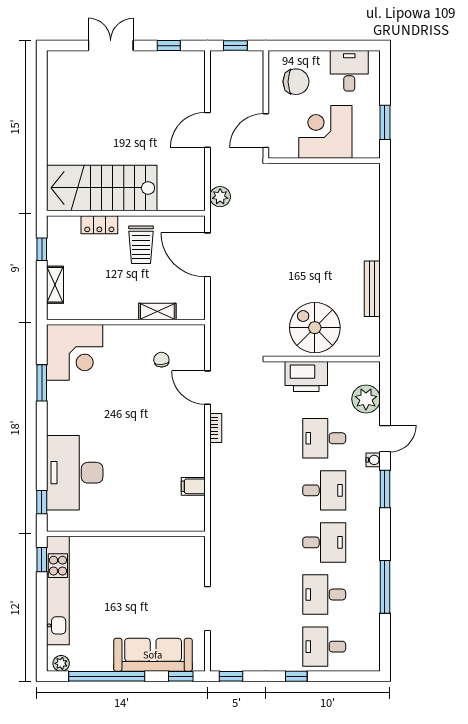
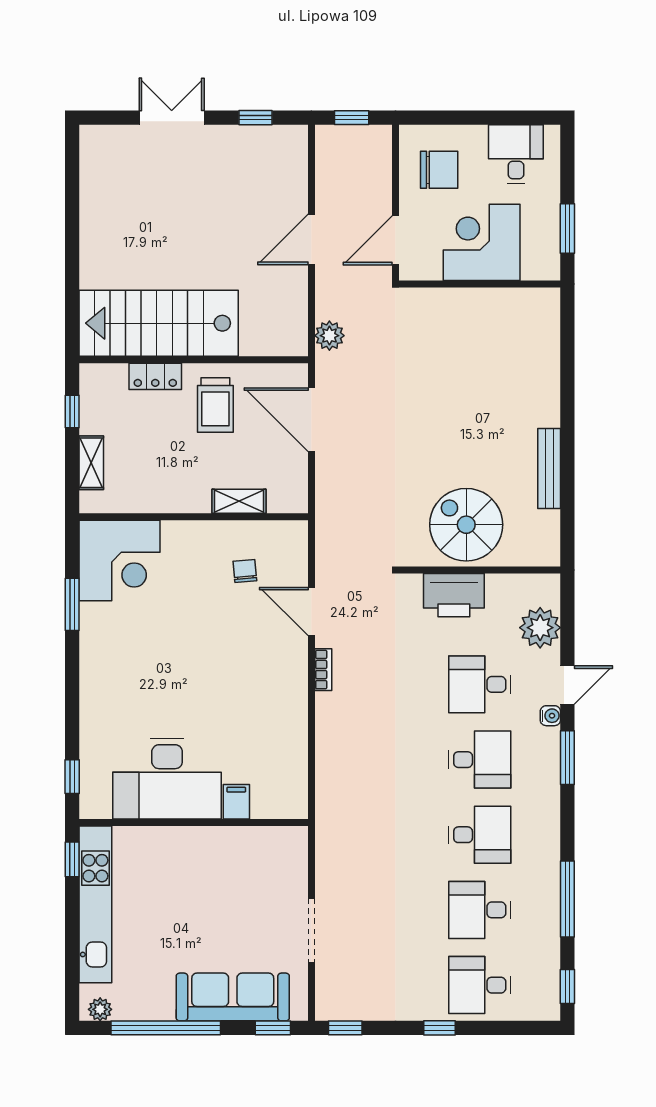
desk: (75, 473) -> (167, 779), moved, turned -90
filing cabinet: (193, 486) -> (236, 802), moved, turned 90
window: (385, 648) -> (567, 986), added

